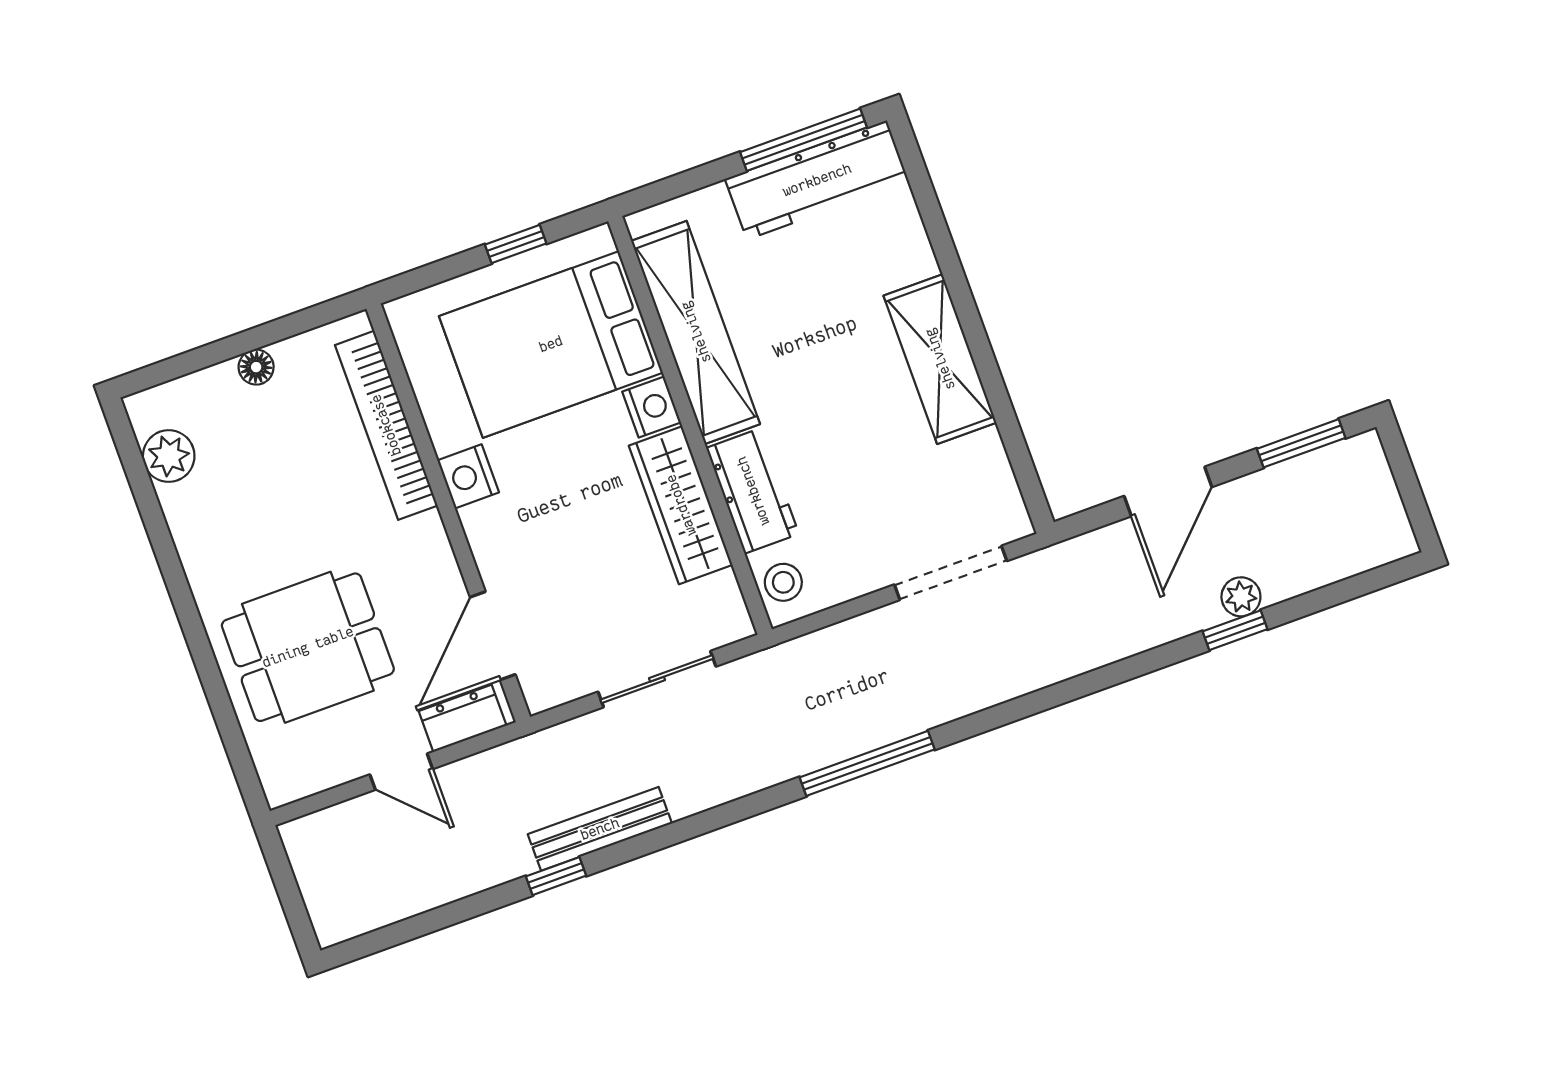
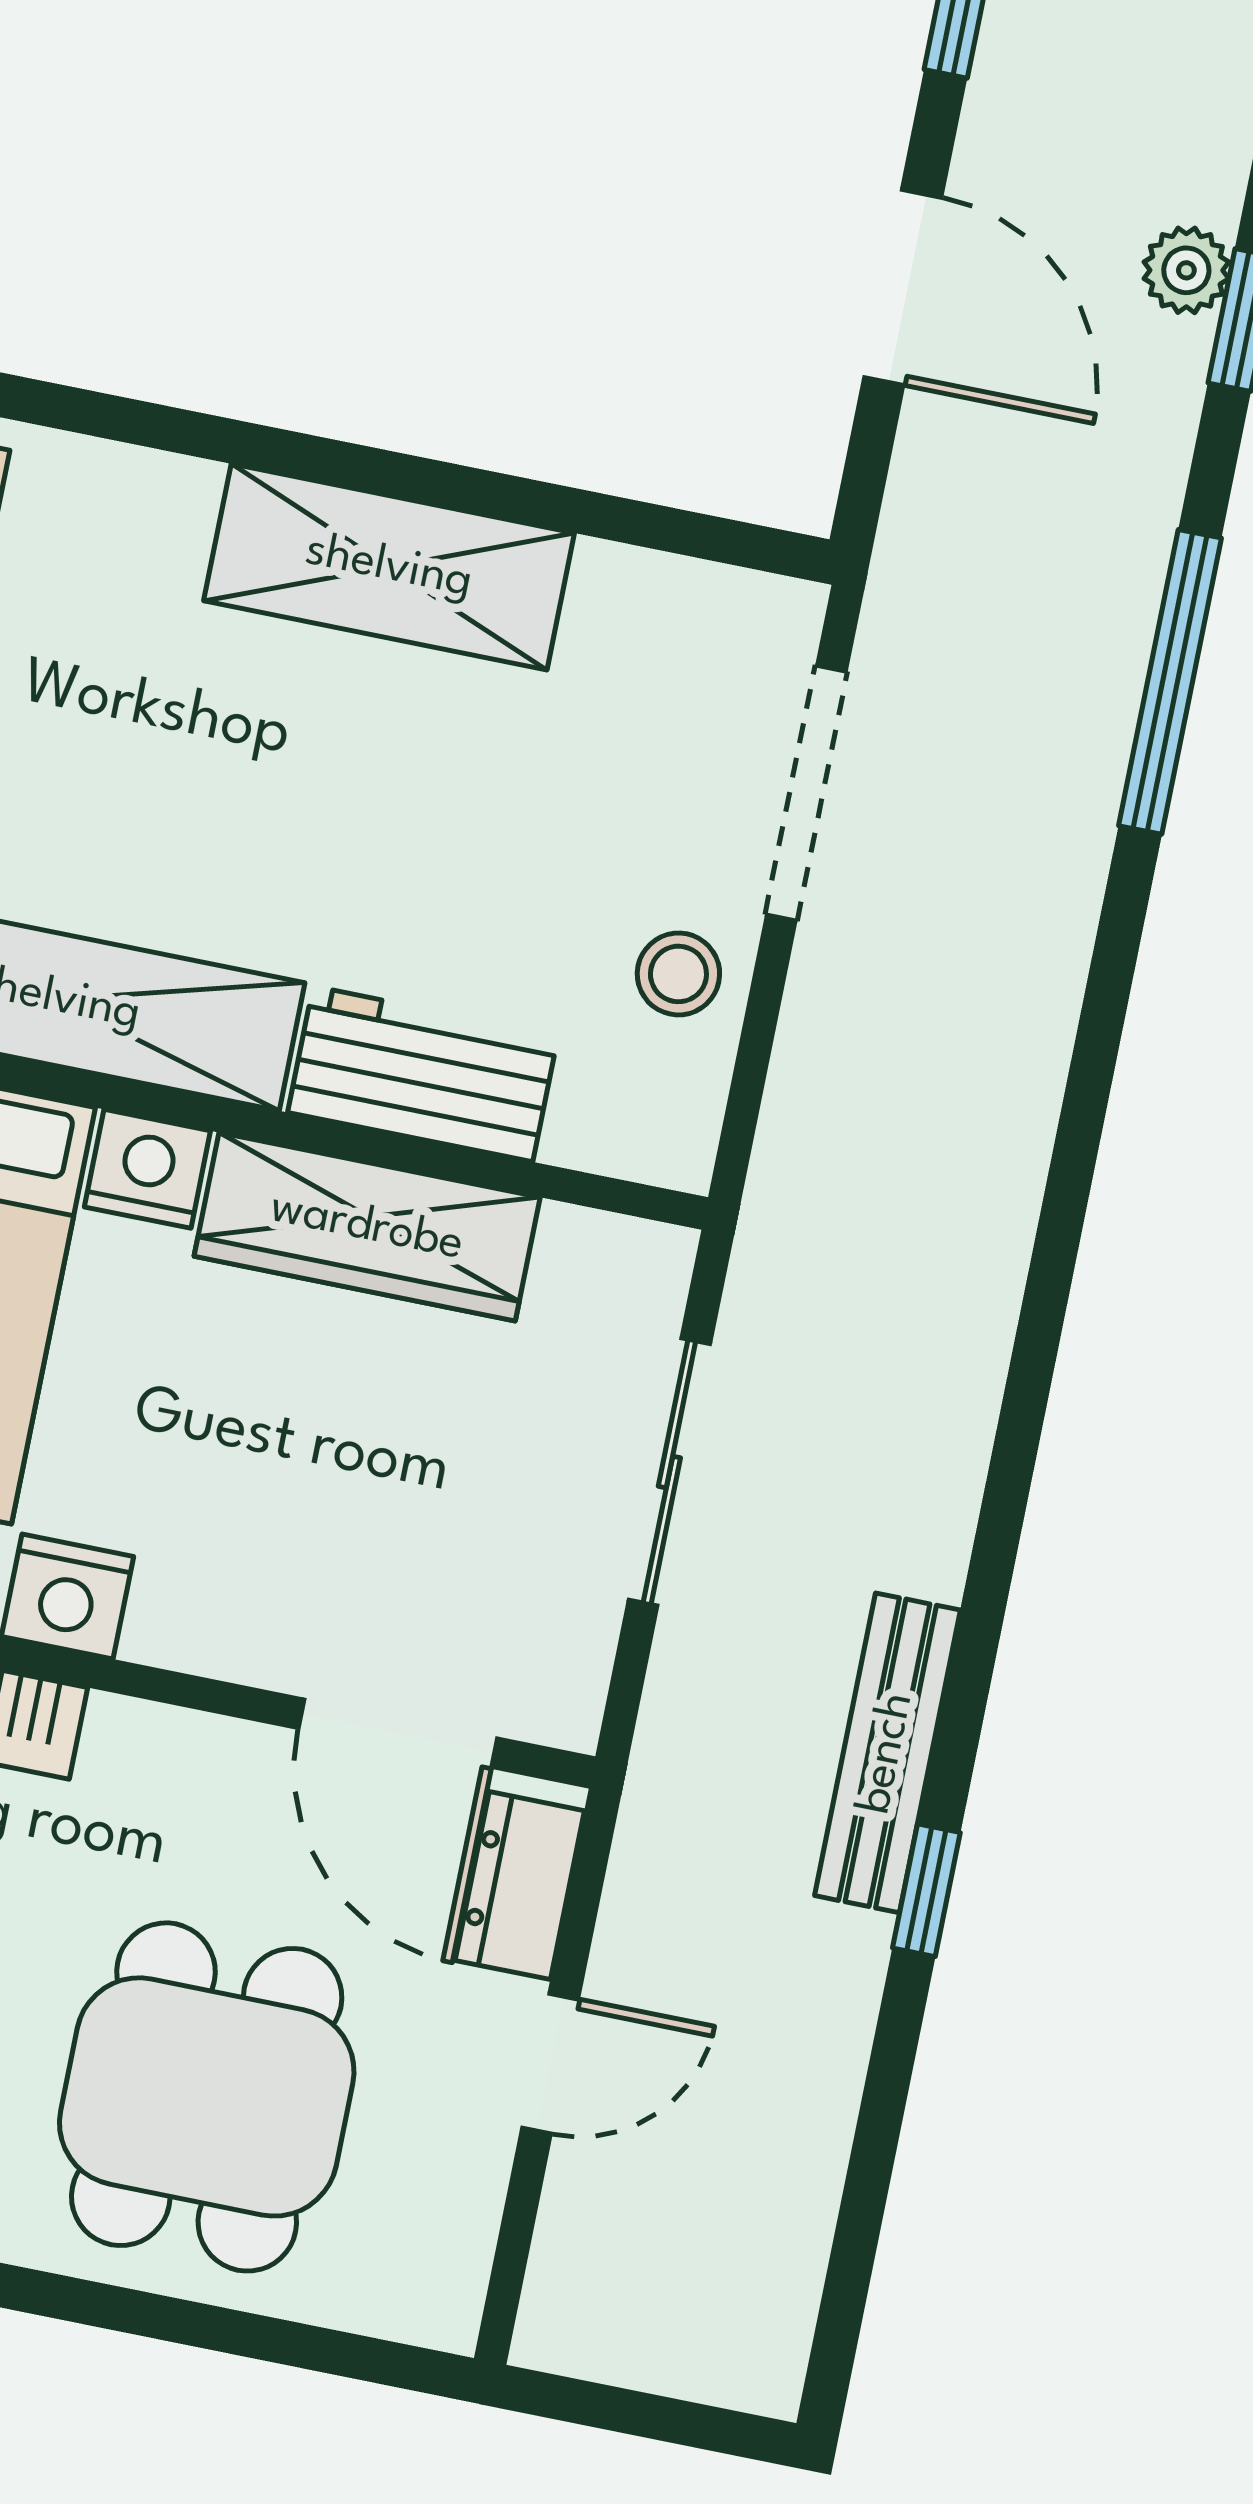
stool: (783, 582) -> (678, 974), moved
window: (867, 763) -> (1170, 682), moved

